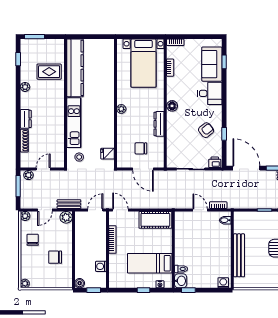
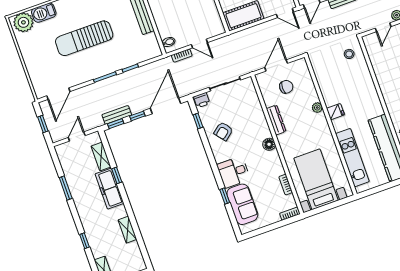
window: (224, 62) -> (225, 196), moved
plant: (121, 109) -> (317, 108), moved
kitchen unit: (74, 123) -> (352, 158), moved, turned 180
window: (224, 134) -> (198, 121), moved
fridge: (107, 154) -> (335, 112), moved
door: (246, 168) -> (166, 106), swing flipped
door: (143, 169) -> (276, 65), hinge flipped

